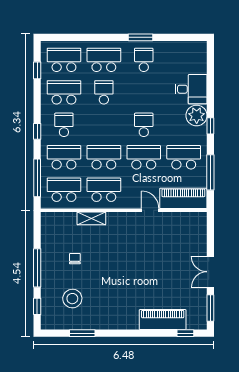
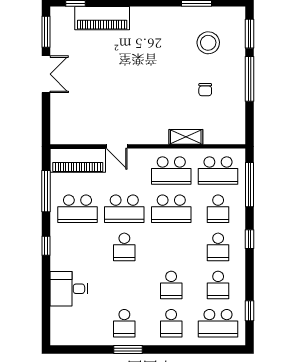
school desk: (104, 60) -> (171, 323), width x0.54
school desk: (64, 92) -> (218, 285), width x0.54
plant: (197, 116) -> (62, 258), removed
school desk: (64, 157) -> (218, 209), width x0.54
window: (37, 306) -> (250, 34), width x1.50

